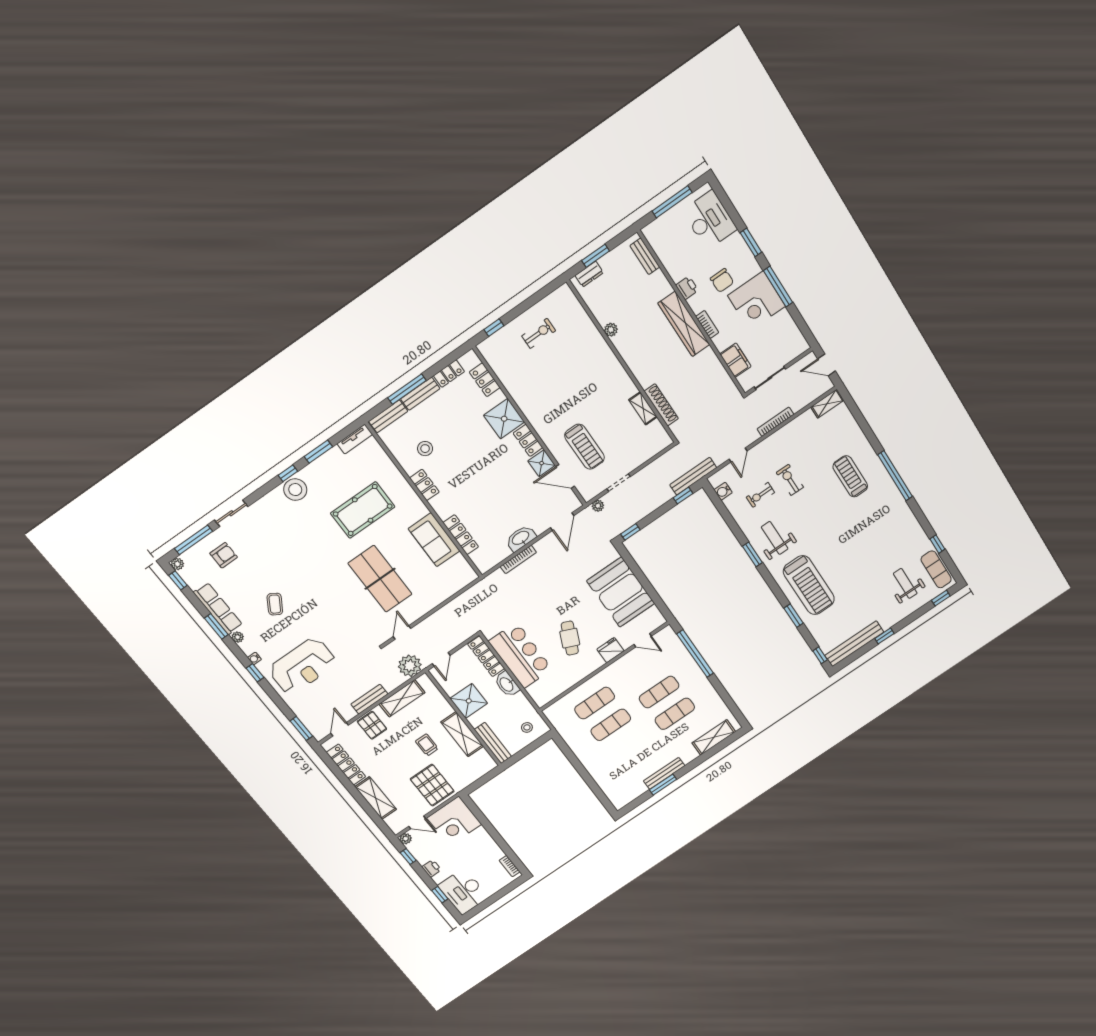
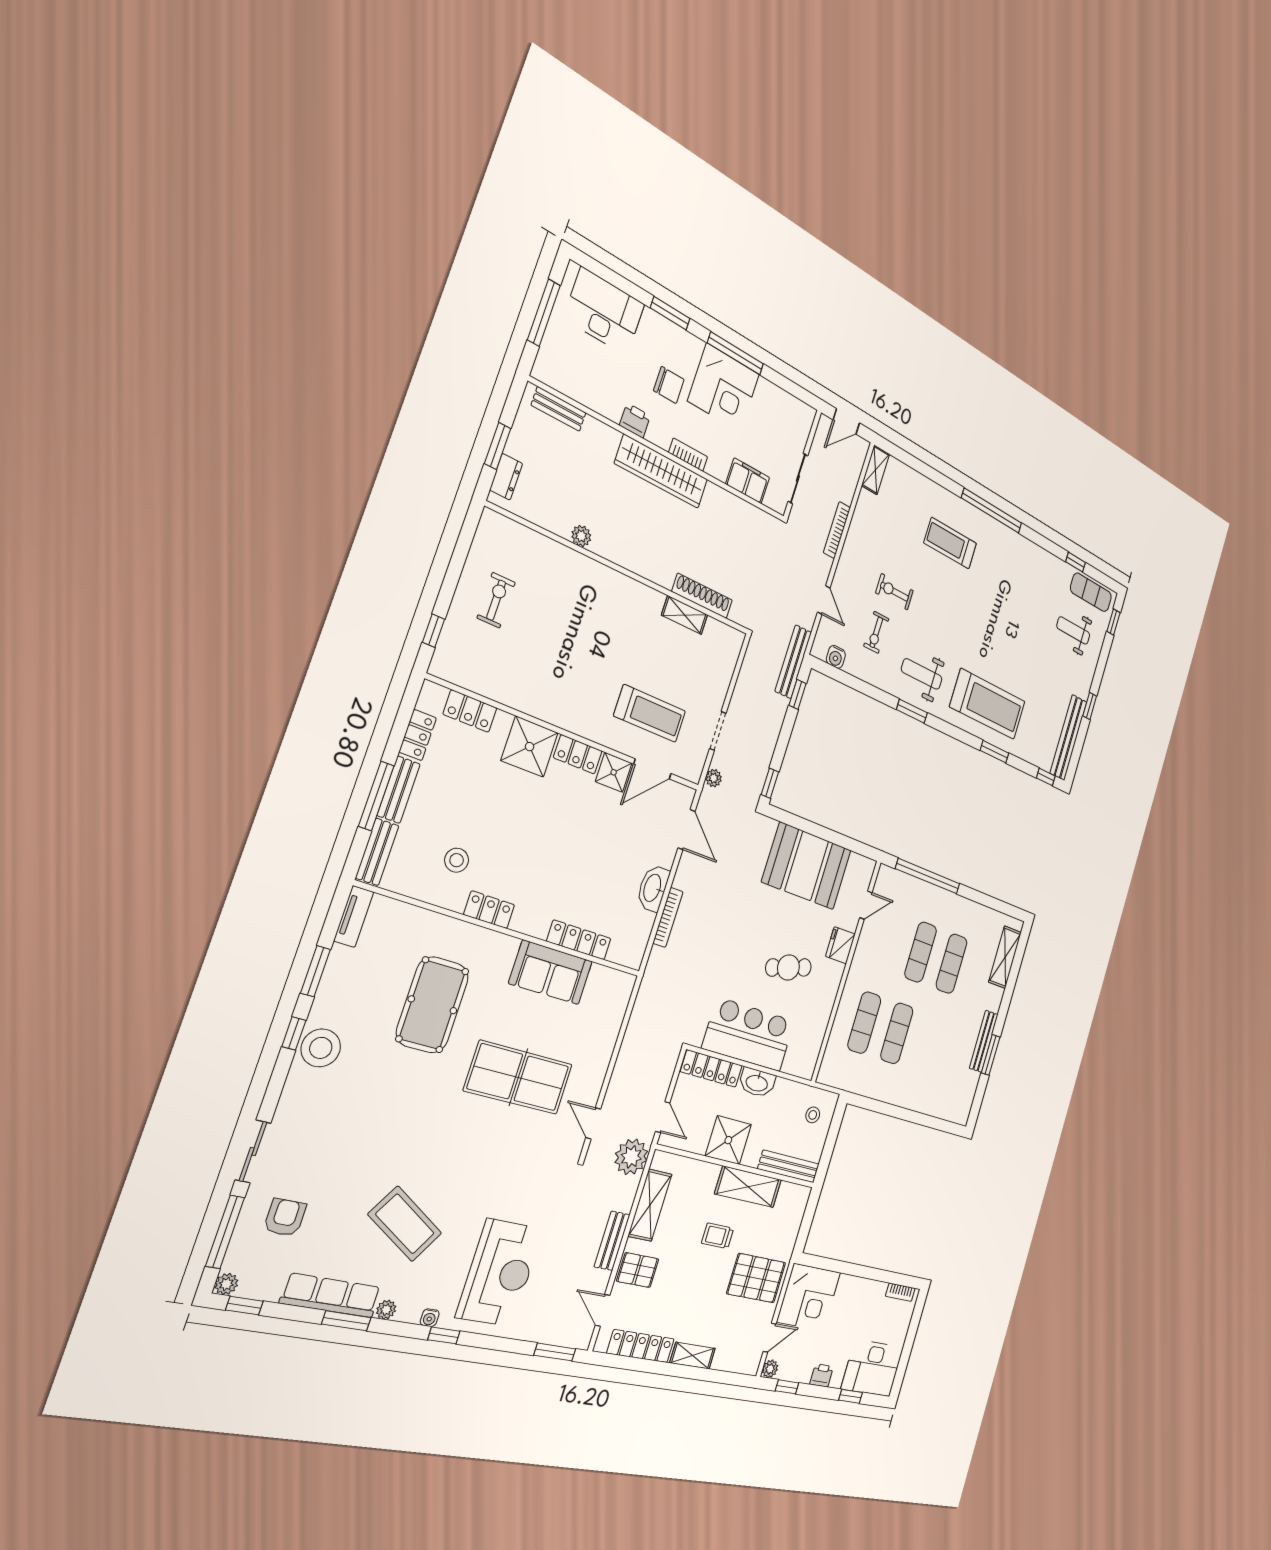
coffee table: (275, 604) -> (405, 1224), width x1.86, depth x1.72
cafe table: (570, 638) -> (788, 967), turned -40
shelving: (376, 798) -> (693, 1356), width x0.67, depth x0.75

